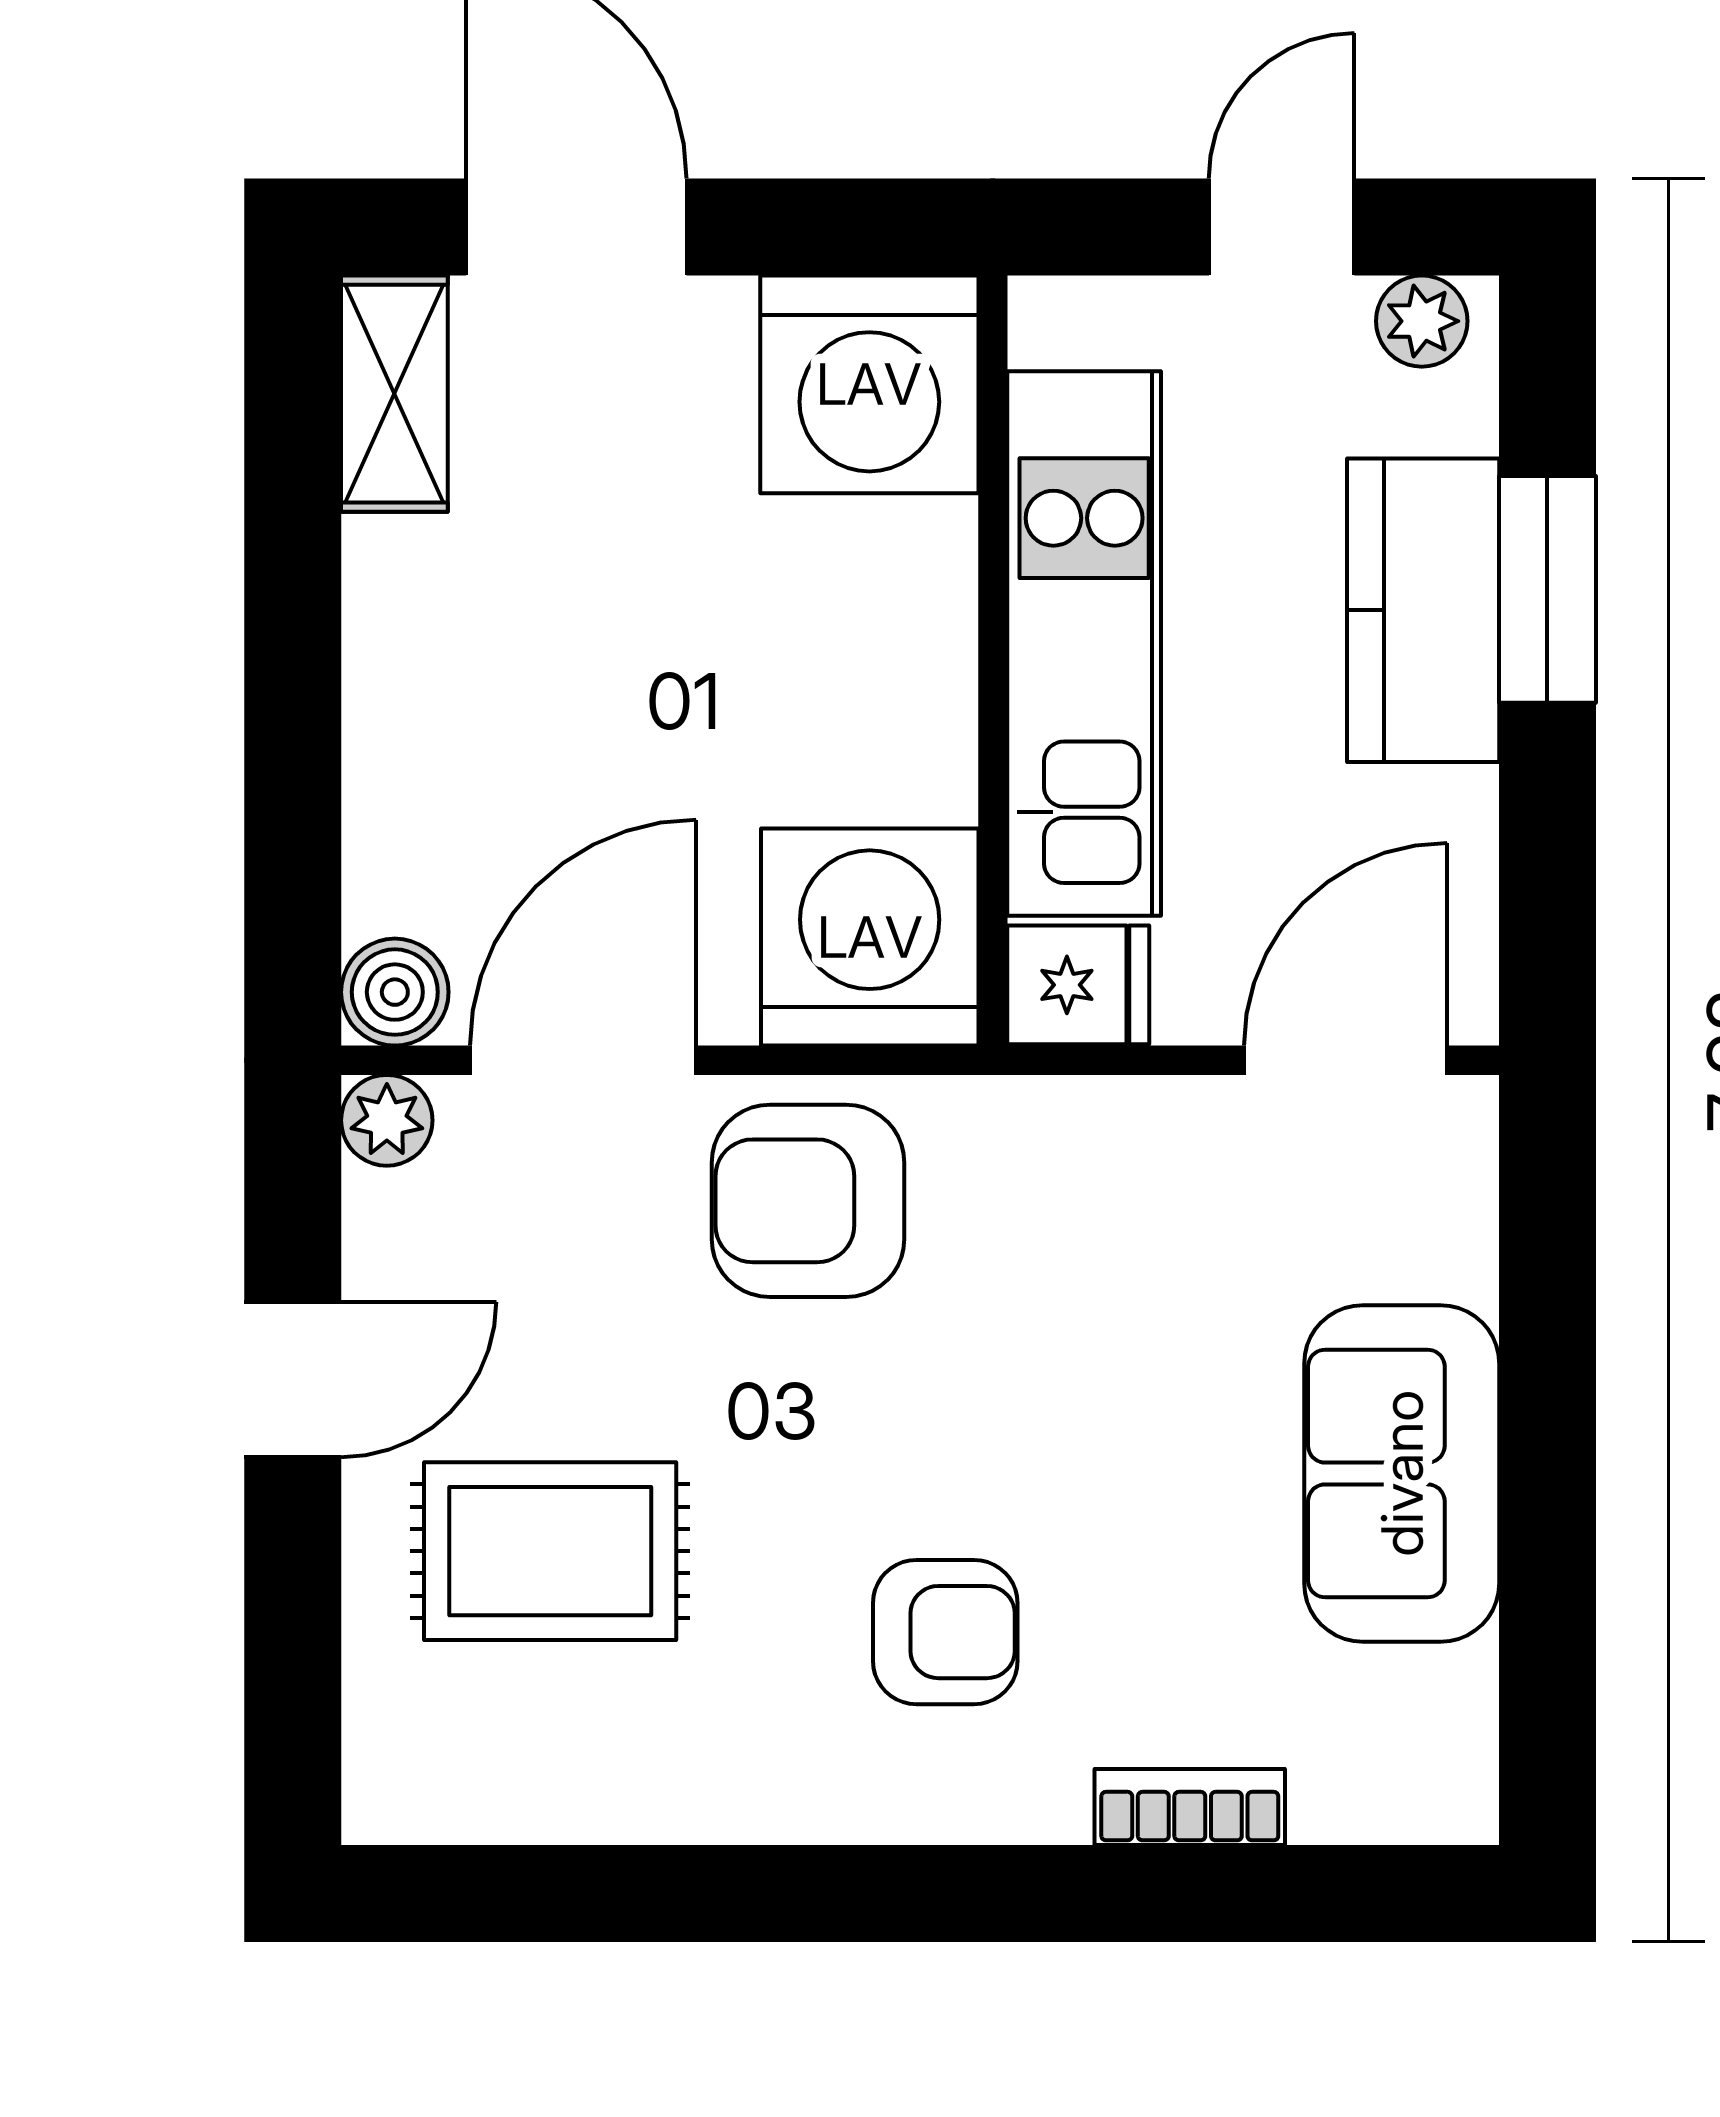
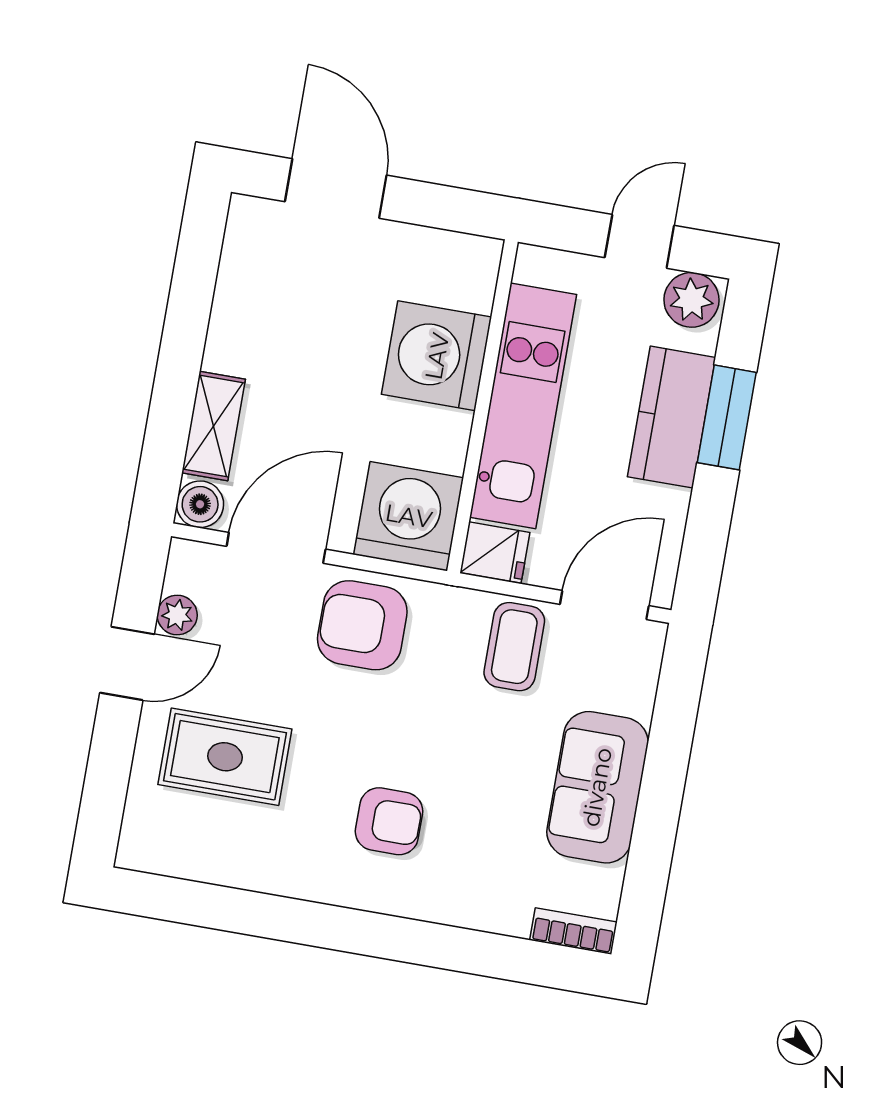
plant: (1422, 321) -> (691, 300), width x1.38, depth x1.38
washing machine: (869, 384) -> (437, 356), moved, turned 90
shelving: (394, 394) -> (214, 426), moved
plant: (387, 1120) -> (177, 615), moved
coffee table: (1159, 1189) -> (514, 647), added
bookcase: (1190, 1807) -> (573, 931), moved

